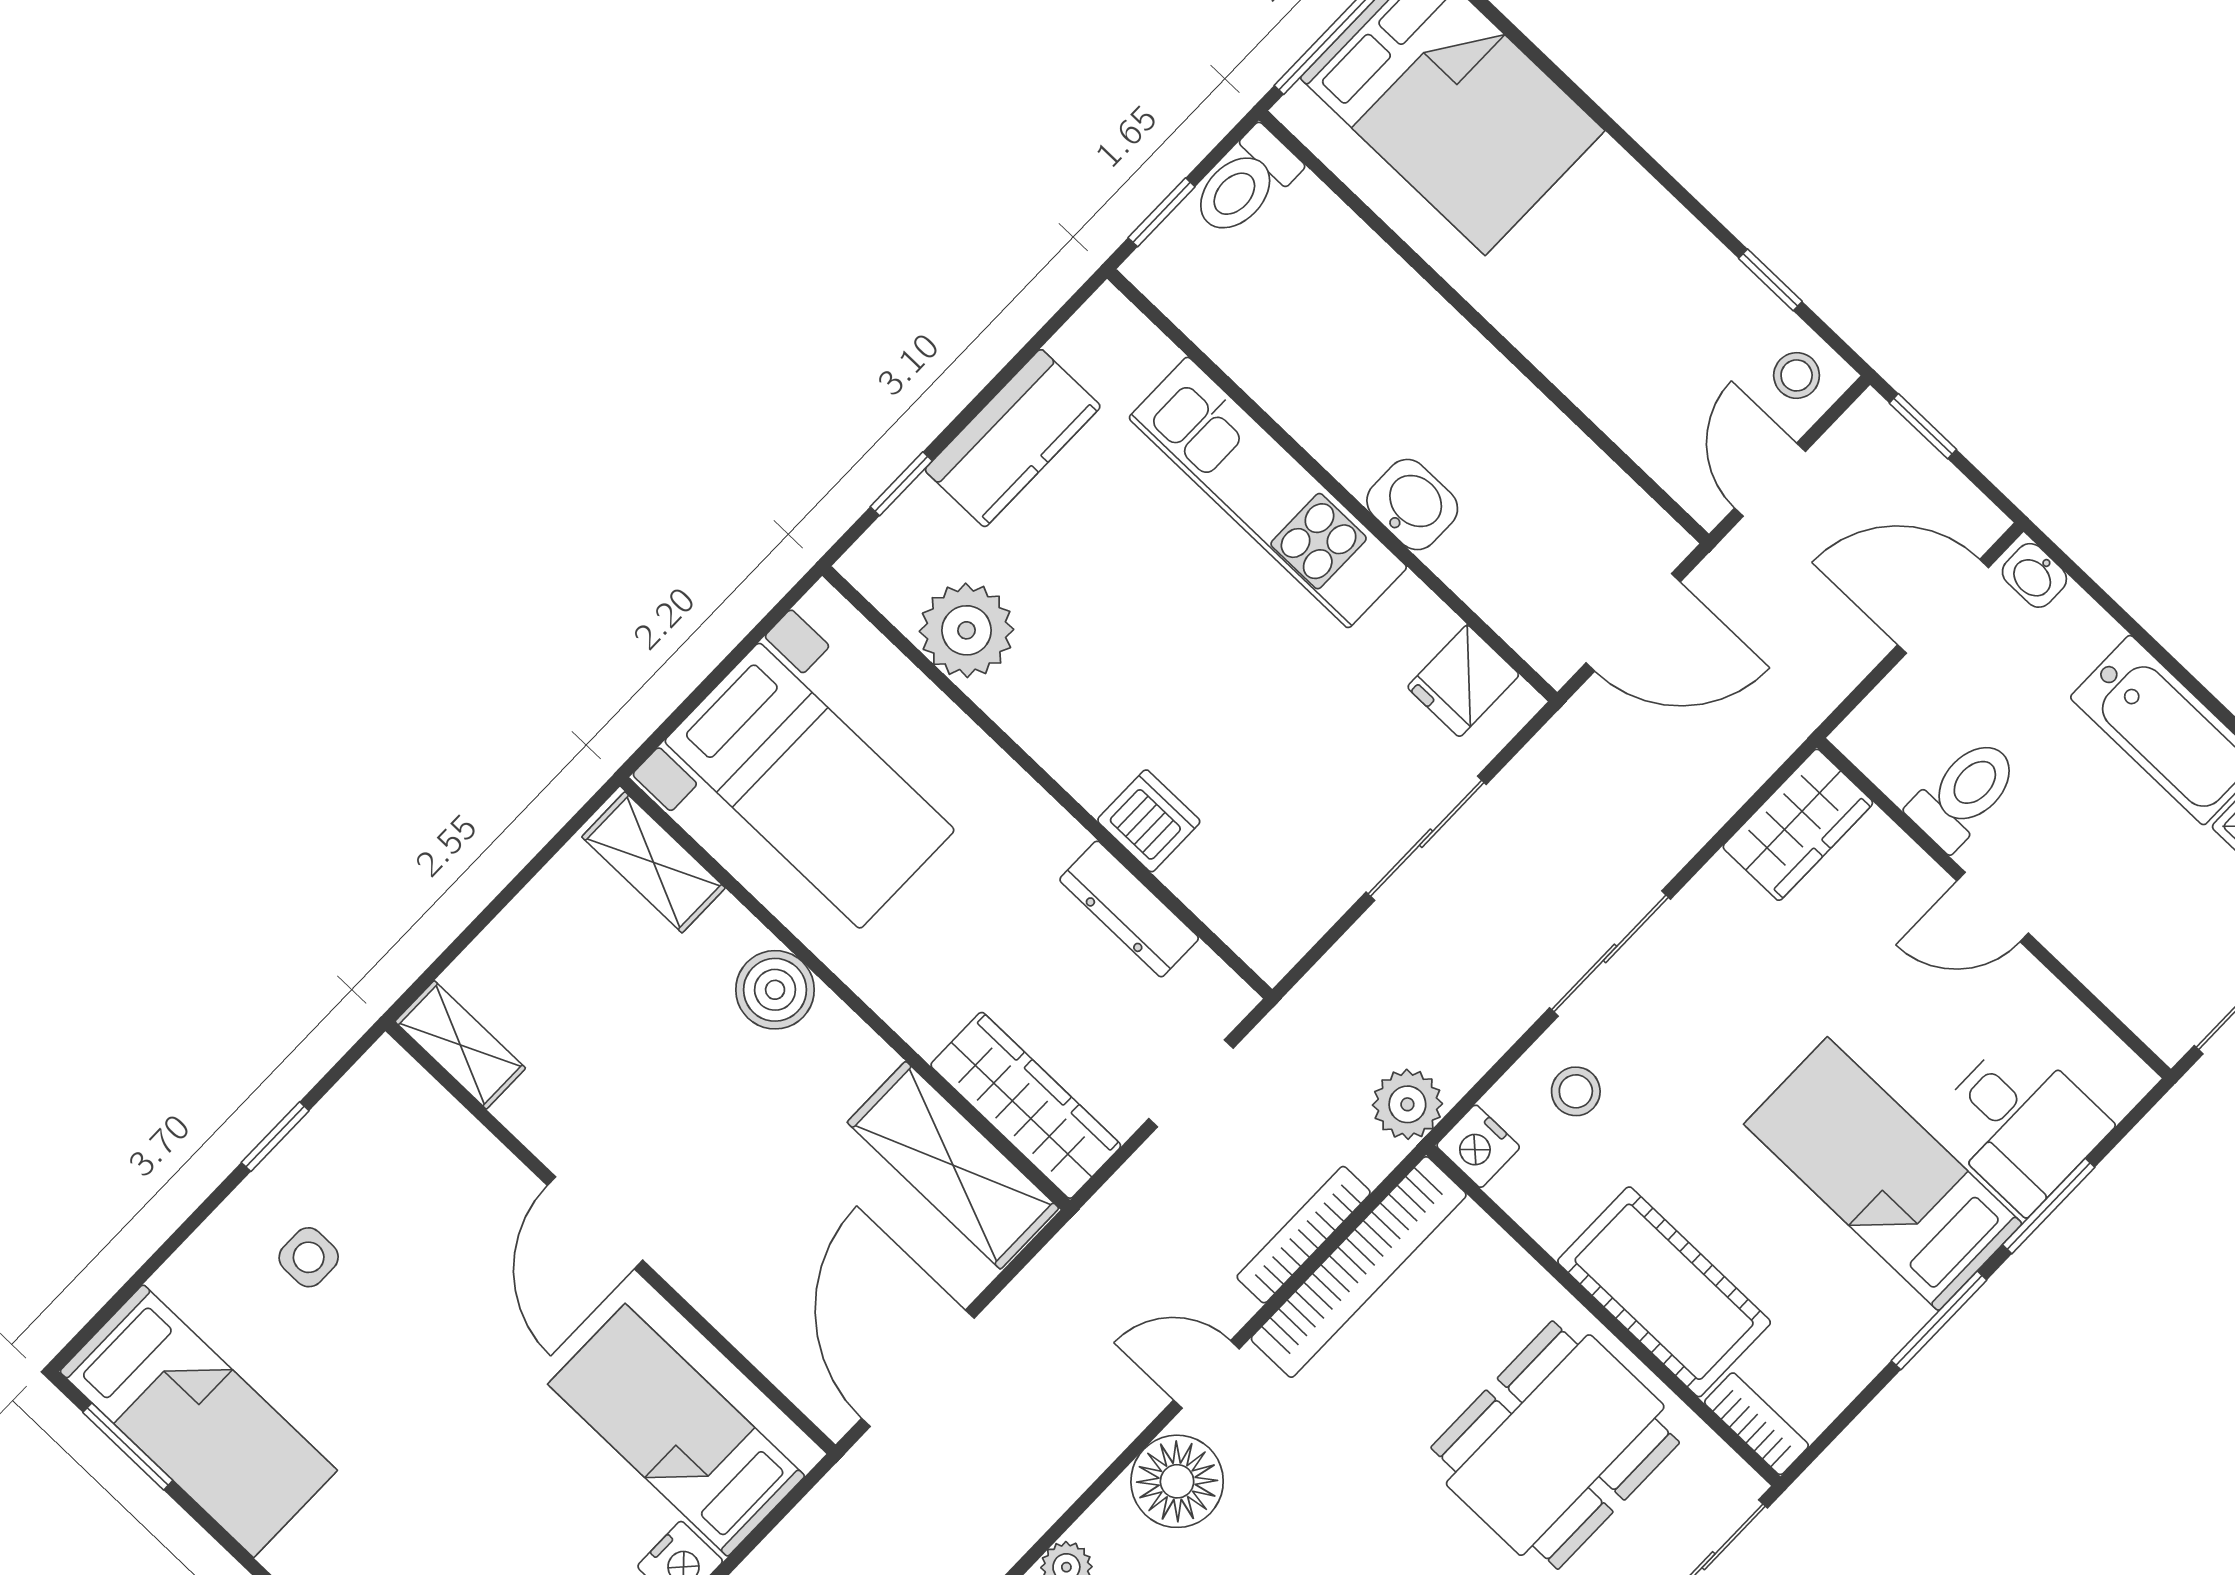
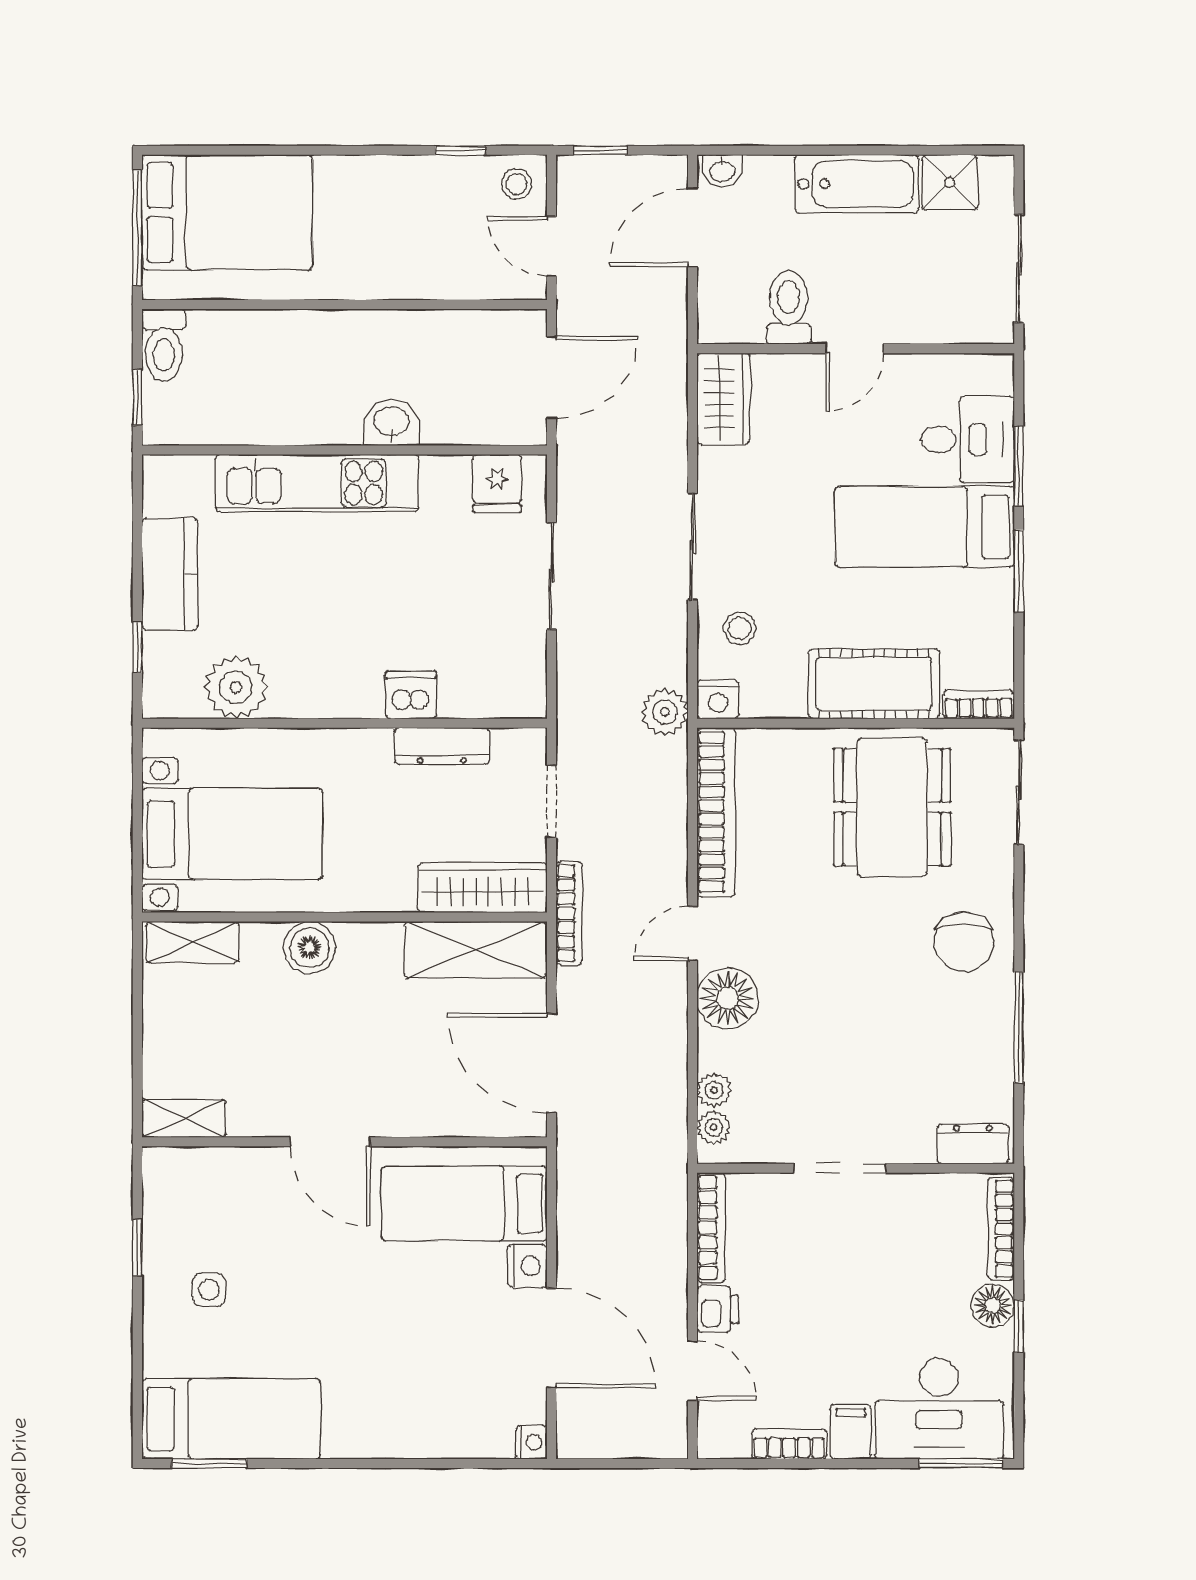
bookcase: (1304, 1235) -> (569, 913), moved, turned 180

